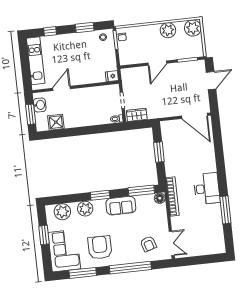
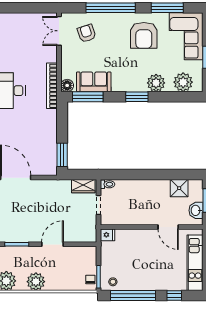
window: (85, 27) -> (133, 295), width x2.11
door: (62, 88) -> (168, 227), hinge flipped
window: (159, 152) -> (62, 155), moved
sofa: (121, 206) -> (94, 82), moved

